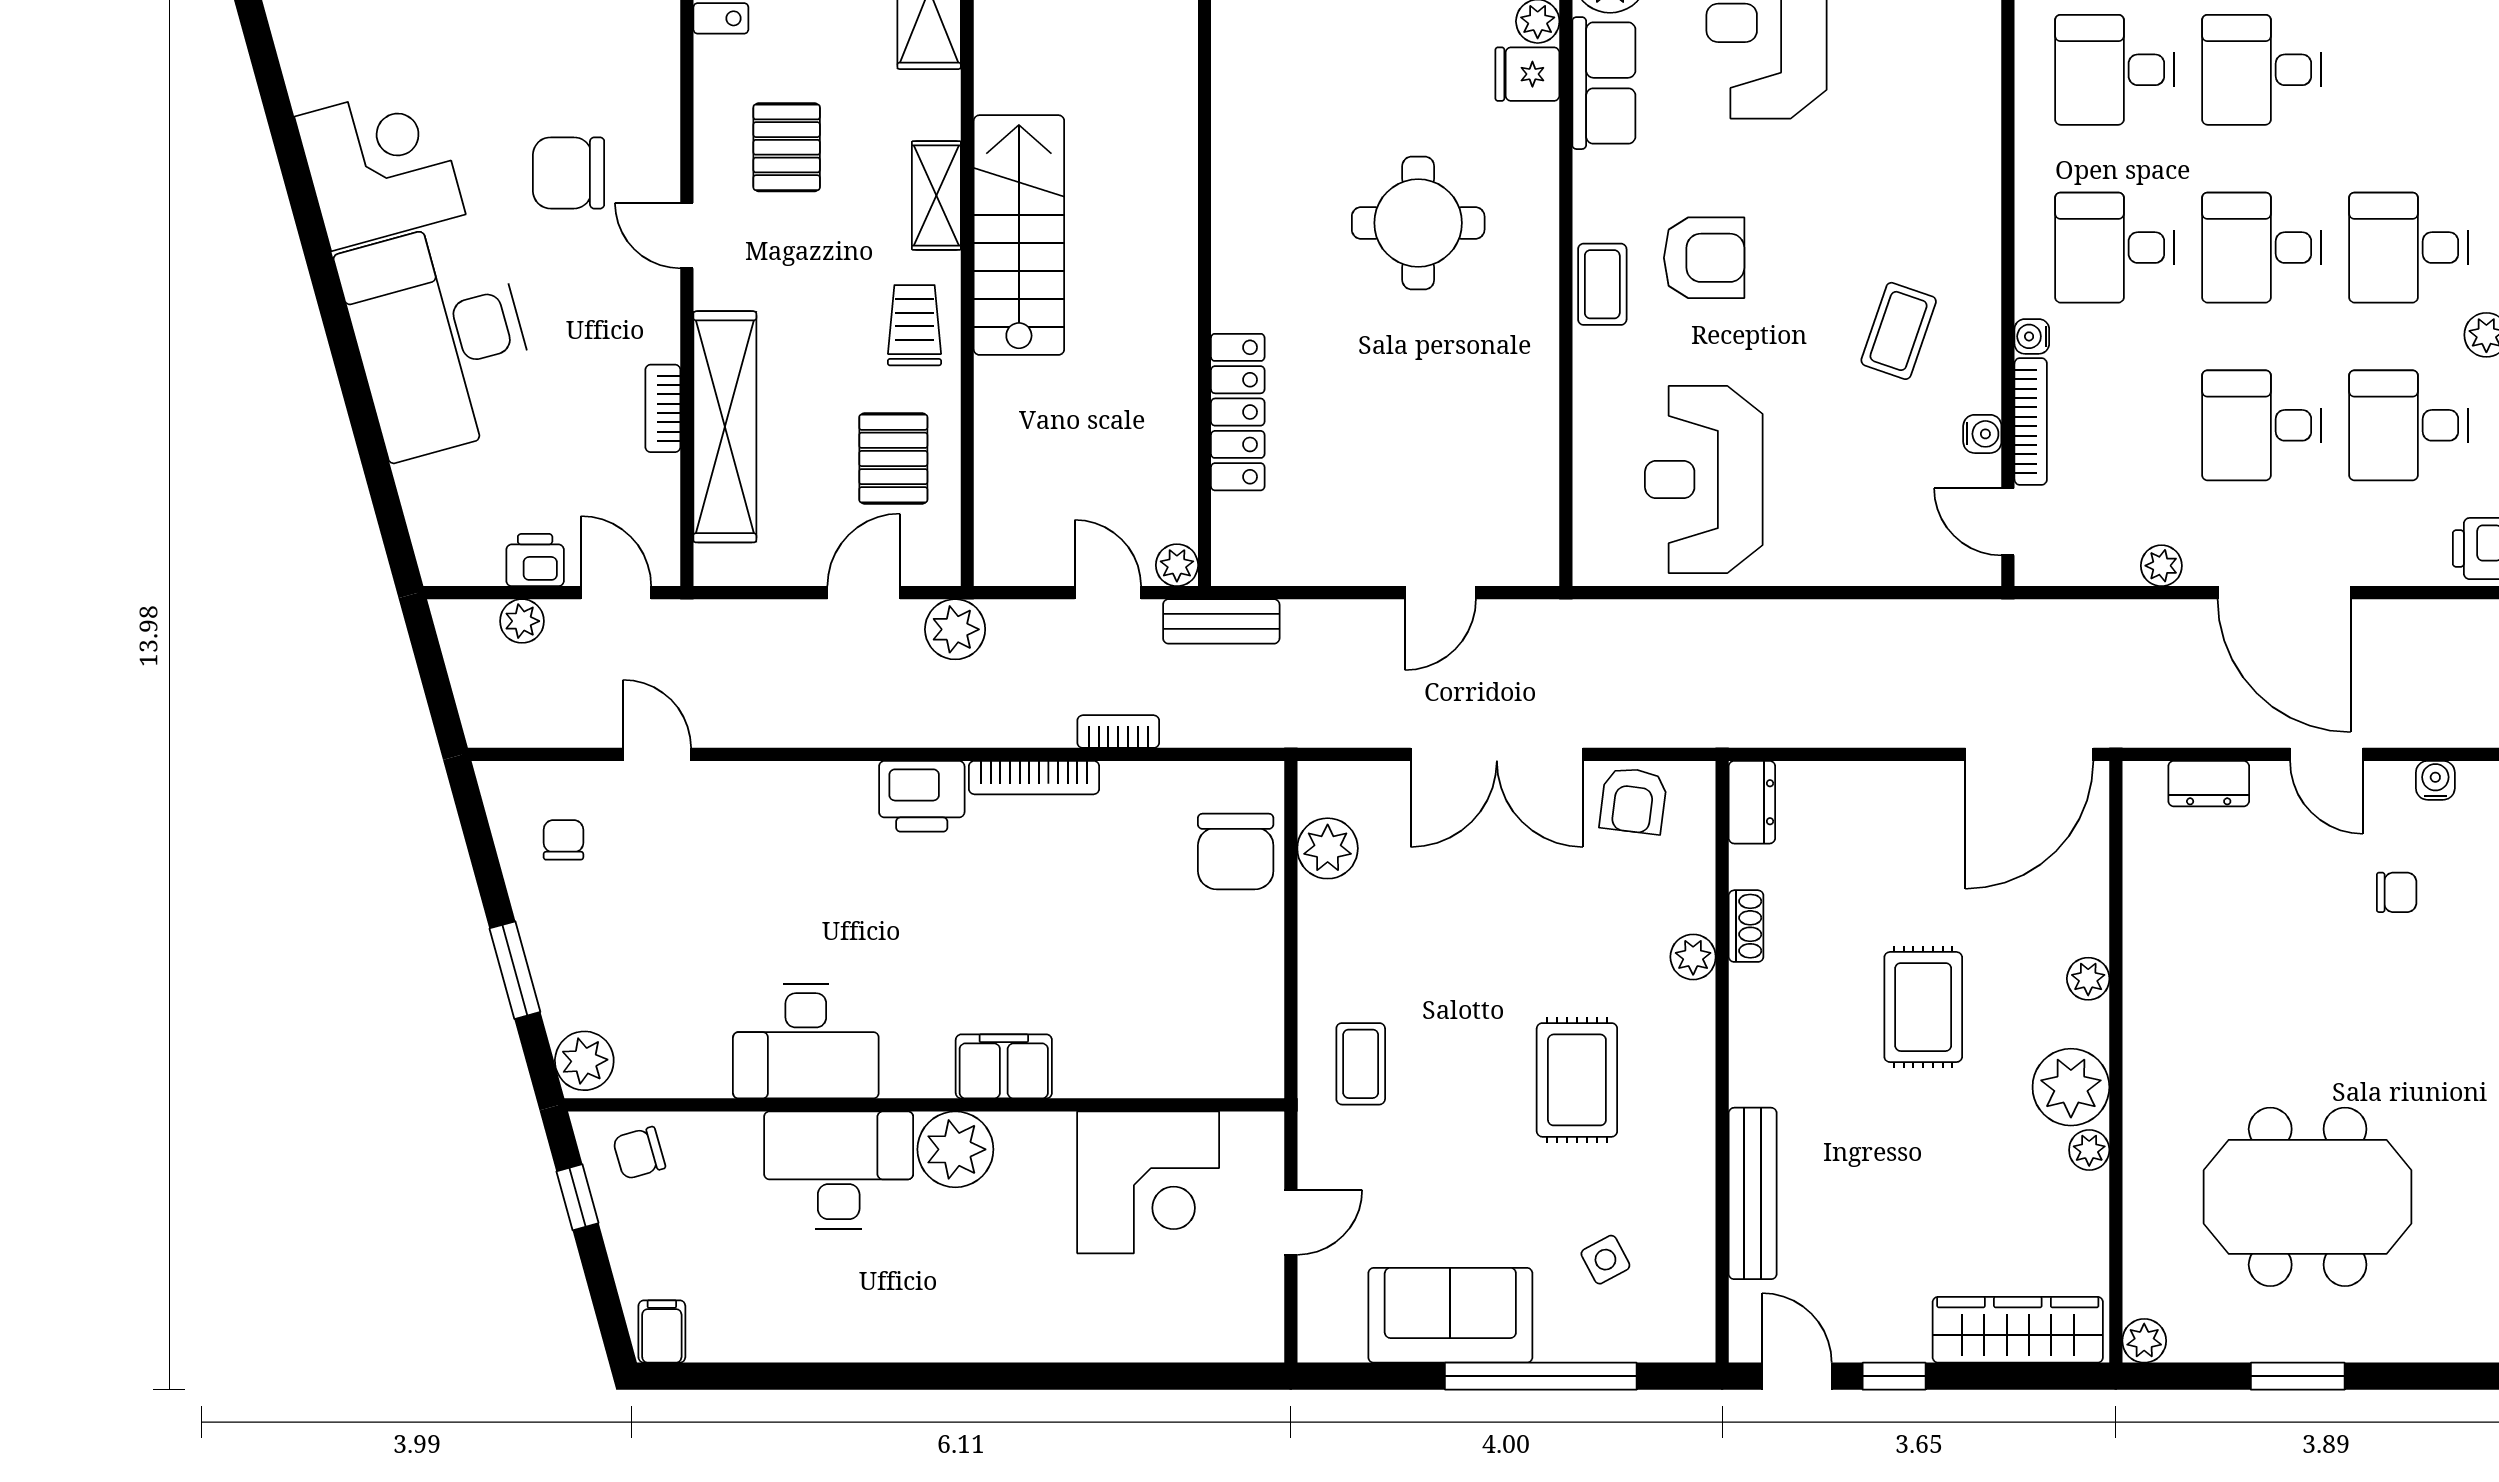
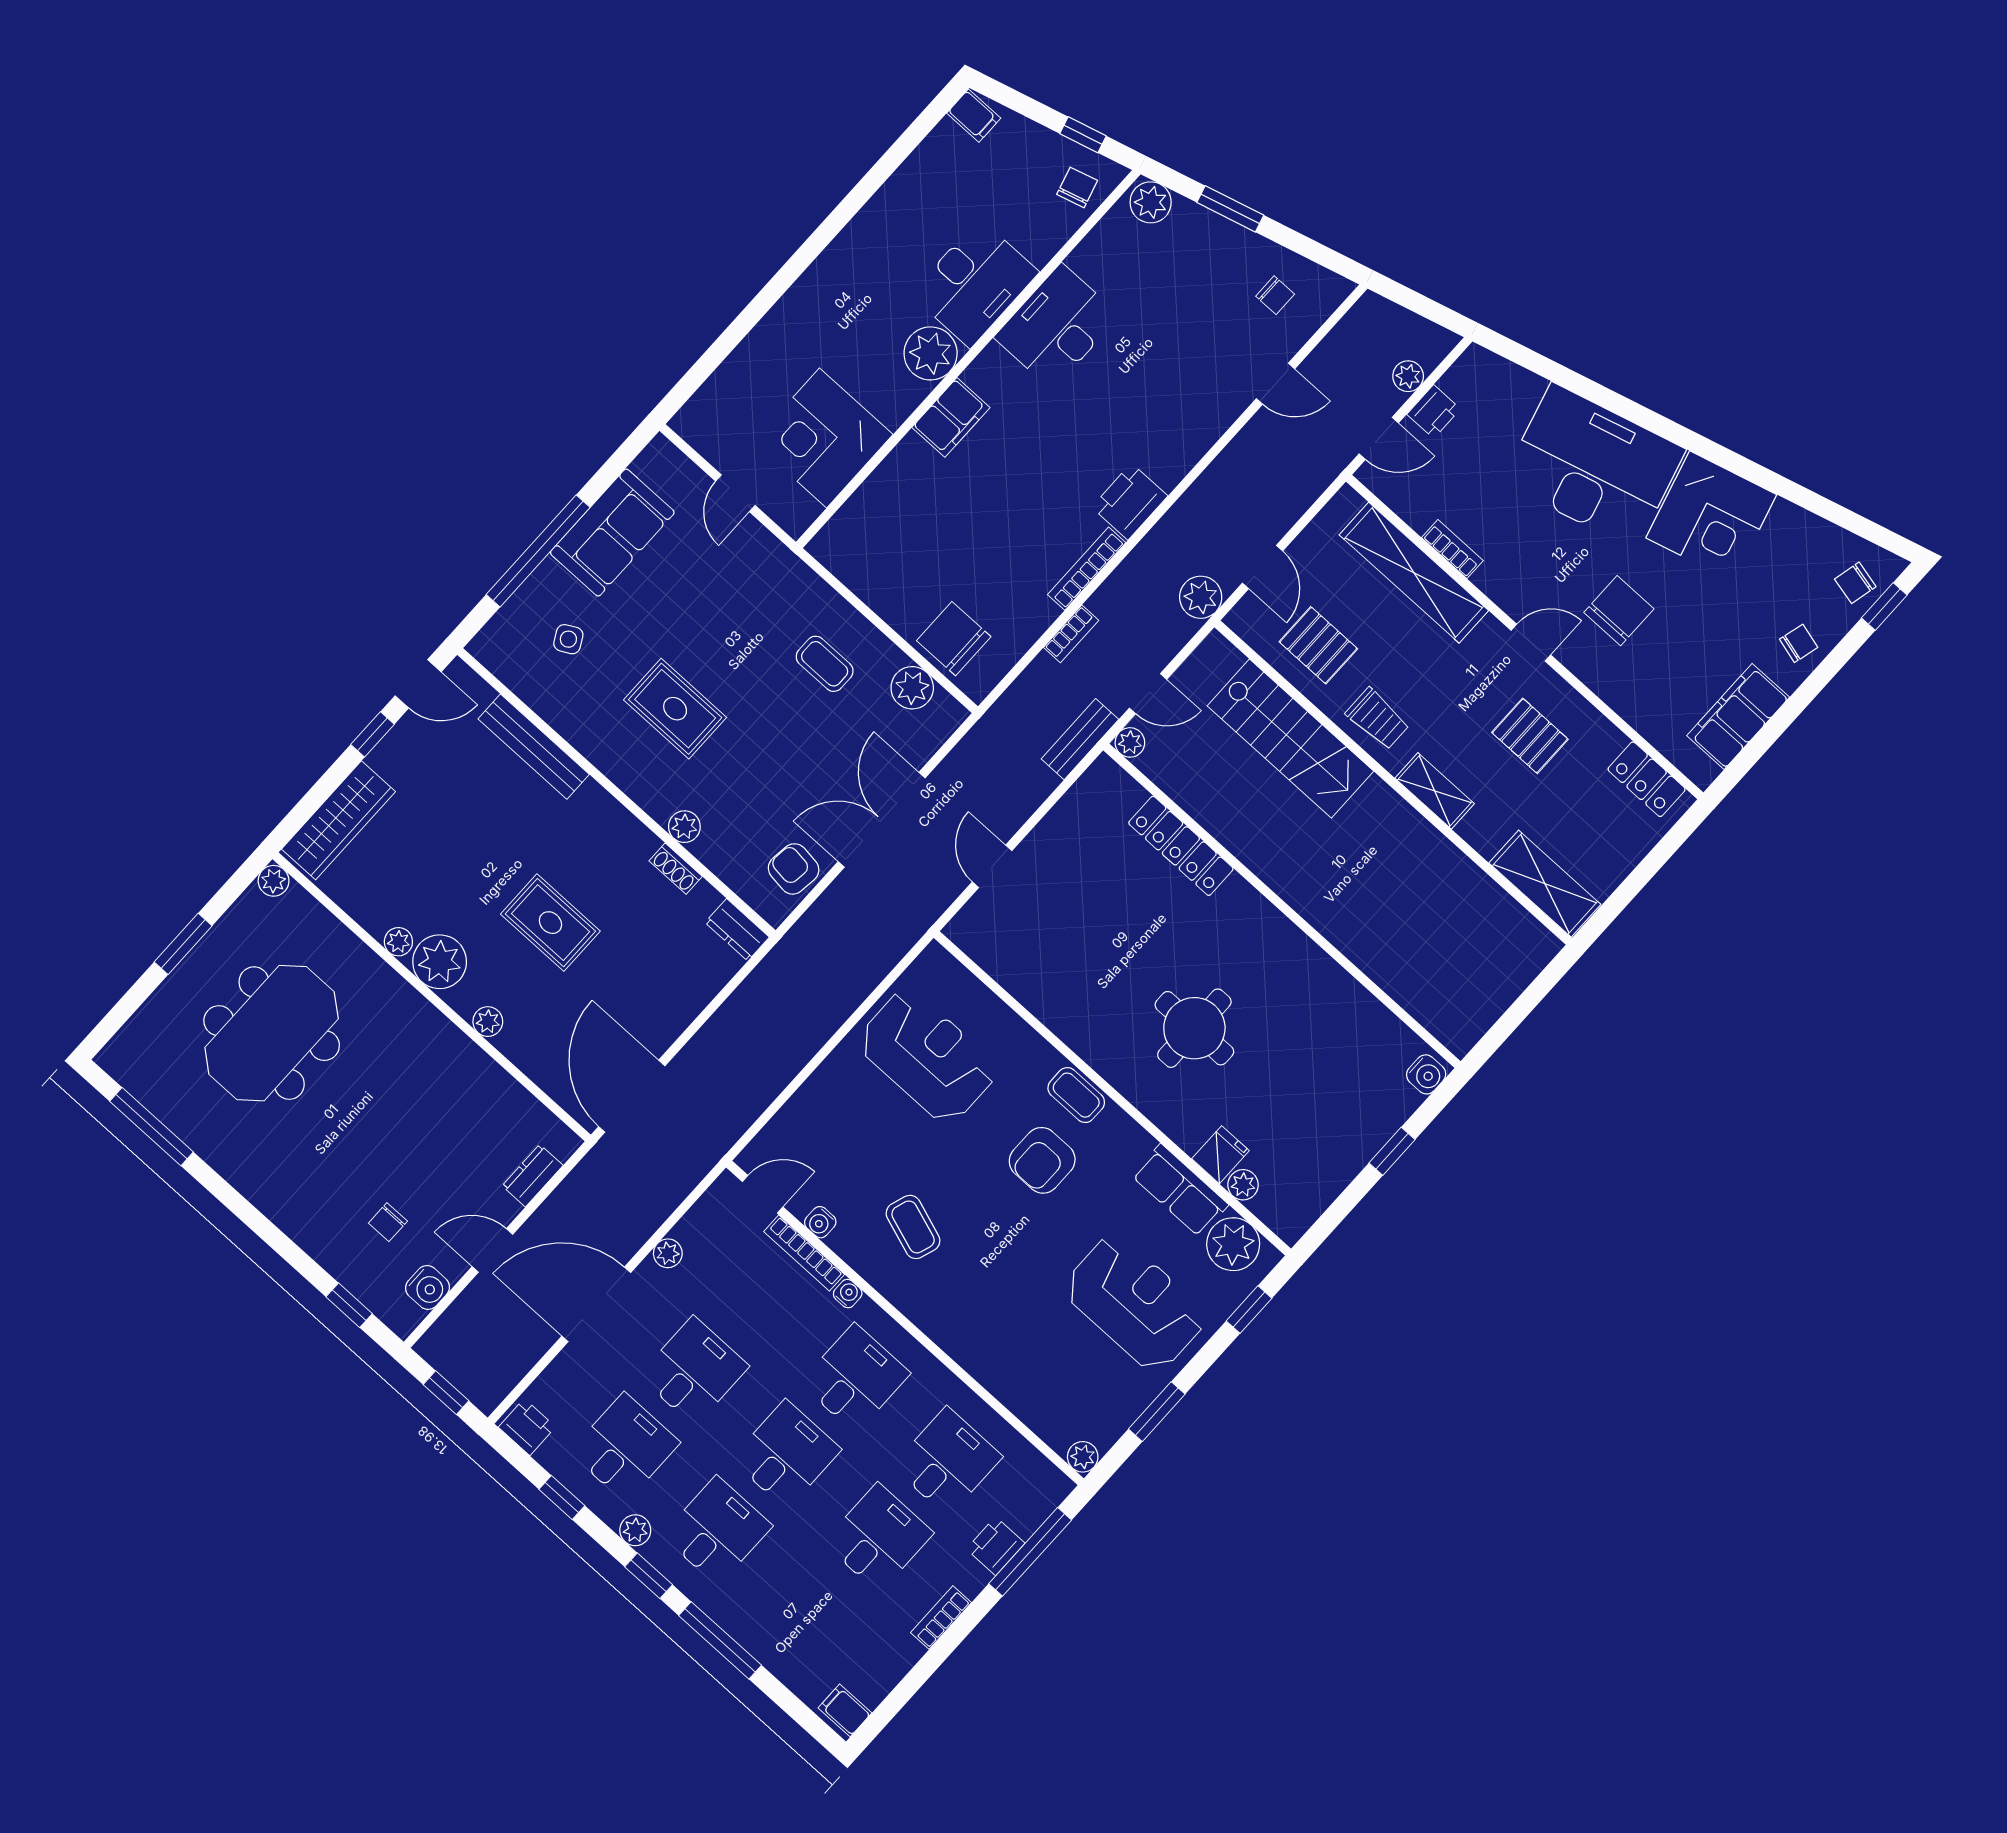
stairs: (1019, 235) -> (1290, 739), moved
water cooler: (2435, 780) -> (428, 1287), width x1.38, depth x1.38
coffee table: (1361, 1064) -> (825, 664), moved

